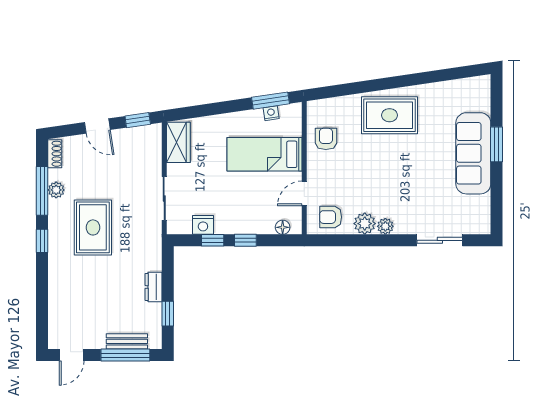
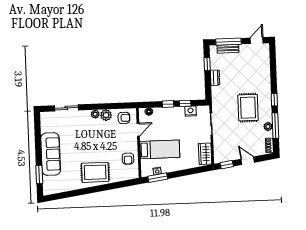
window: (496, 144) -> (39, 174), moved

